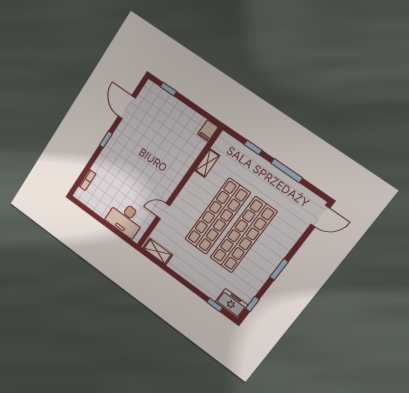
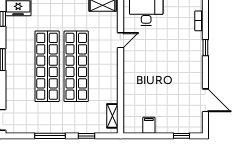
filing cabinet: (208, 131) -> (149, 125), moved
window: (106, 139) -> (205, 48), moved
shelving: (207, 163) -> (112, 116), moved

